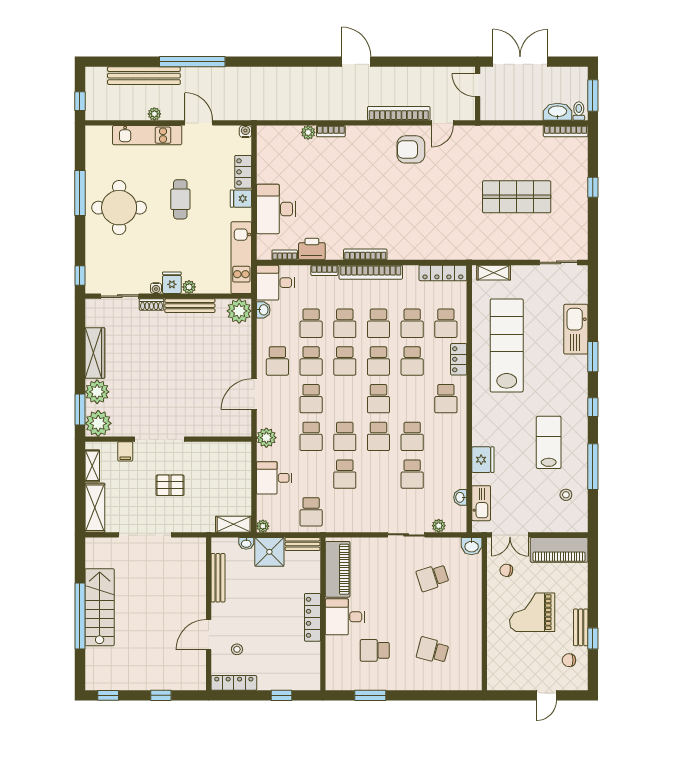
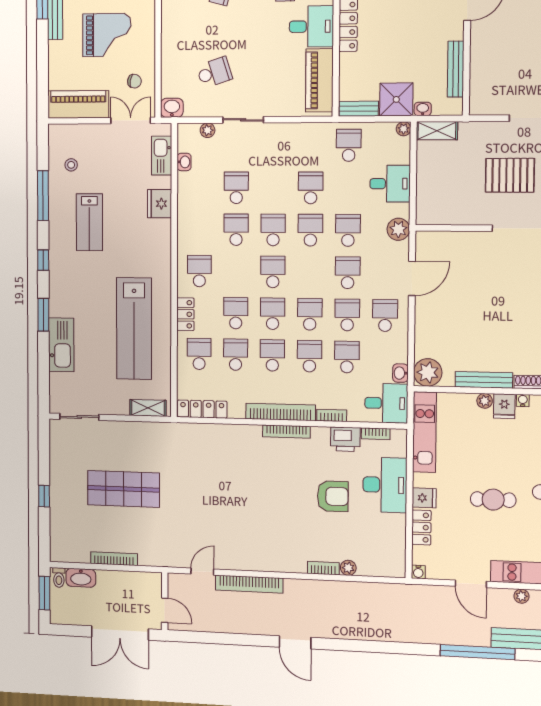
bookcase: (566, 131) -> (114, 559), moved
armchair: (411, 149) -> (333, 496), moved
cafe table: (180, 199) -> (493, 500), turned 90
pallet: (170, 485) -> (510, 175), width x1.50, depth x1.42

